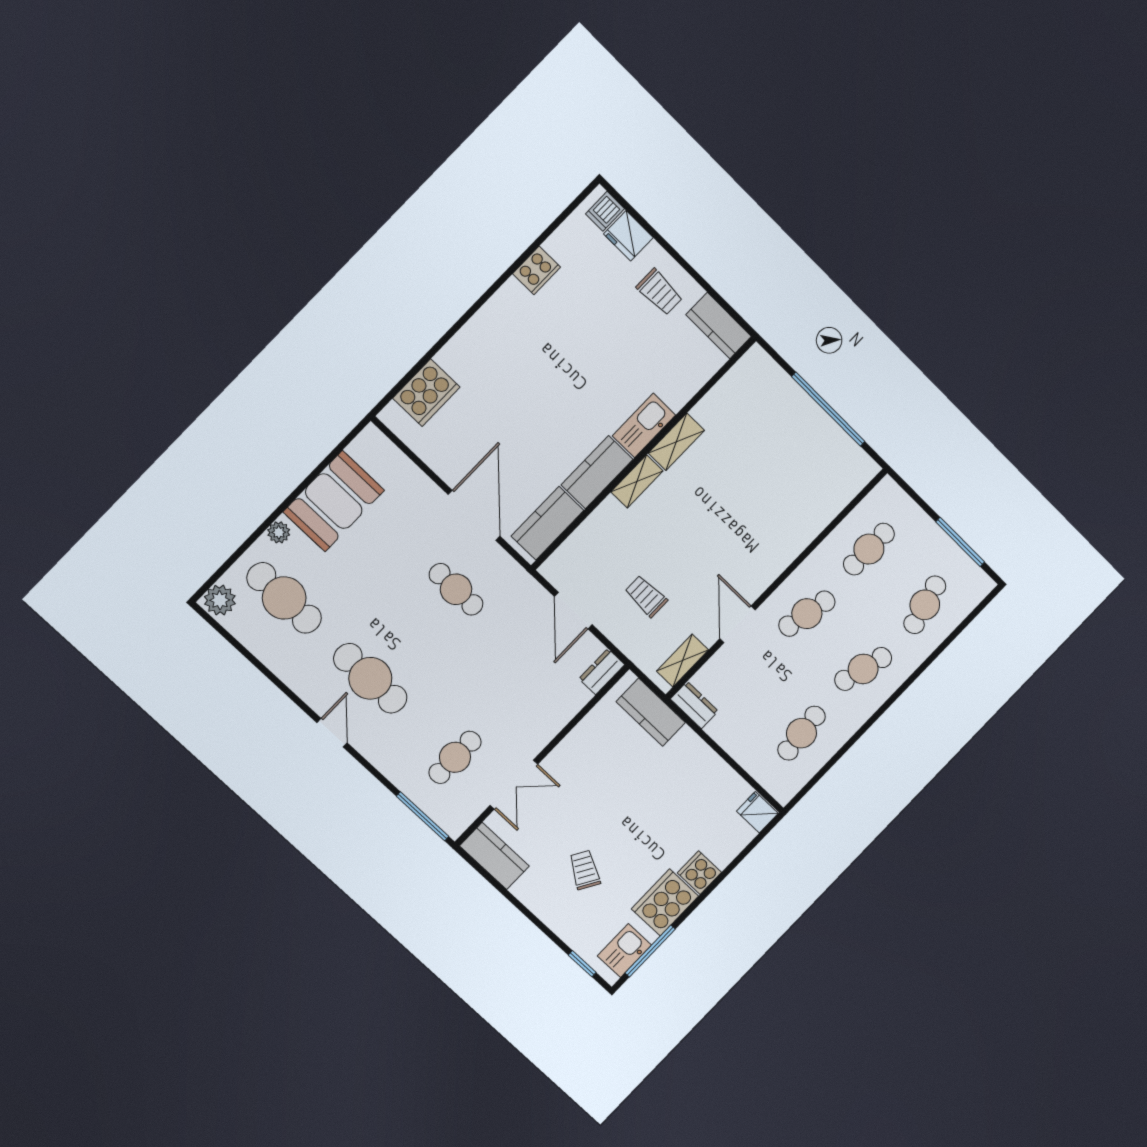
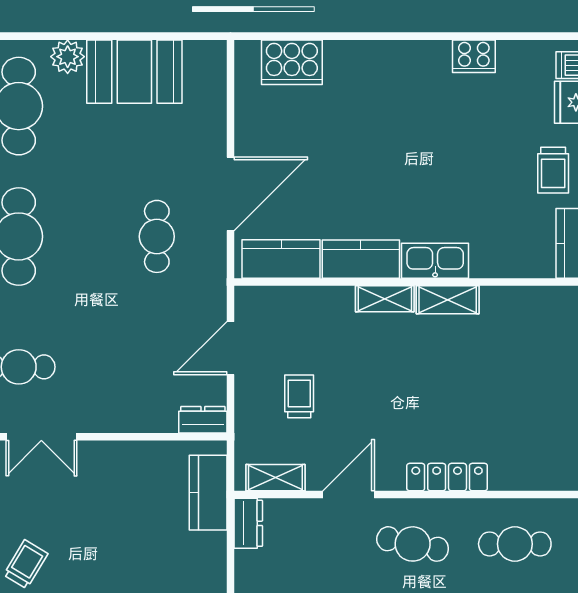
plant: (279, 532) -> (68, 57), width x1.38, depth x1.38
locker: (787, 551) -> (447, 477), added

